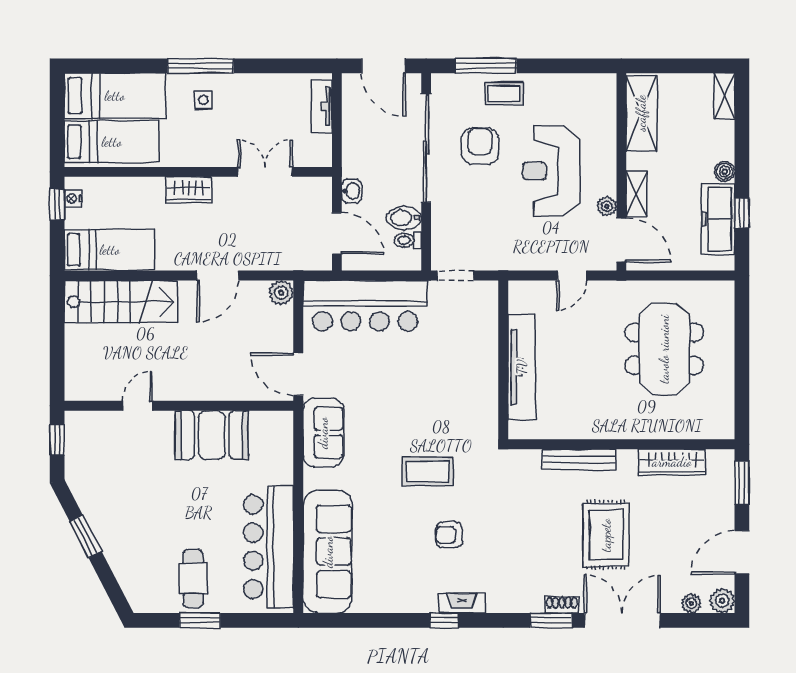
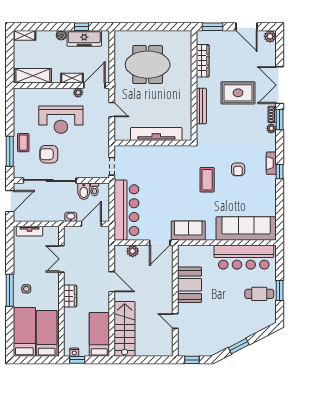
plant: (281, 293) -> (133, 251), moved
plant: (691, 603) -> (271, 128), moved

